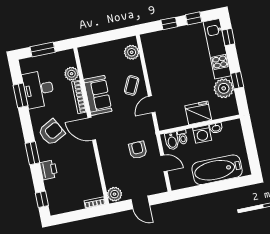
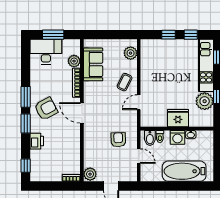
desk: (39, 89) -> (46, 52), moved, turned 90
window: (21, 95) -> (26, 97), moved
sofa: (98, 95) -> (93, 64), moved

